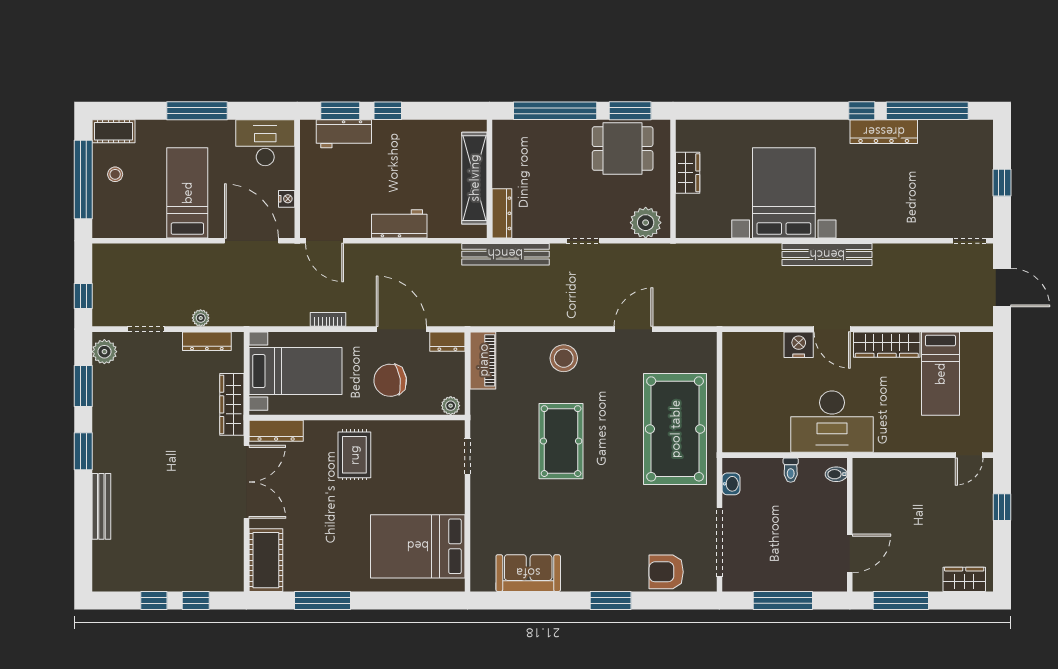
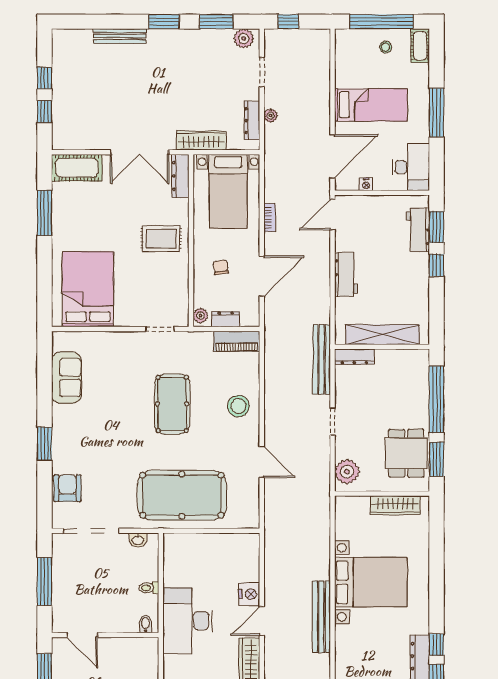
wardrobe: (688, 173) -> (395, 505), width x1.50
dresser: (447, 342) -> (226, 319), moved, turned 90
chair: (390, 380) -> (221, 267), width x0.54, depth x0.54
pool table: (561, 441) -> (172, 404), turned 90

